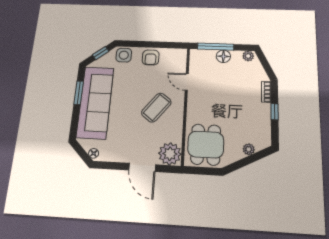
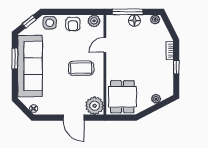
plant: (175, 55) -> (94, 21), added
door: (187, 82) -> (105, 45), hinge flipped
coffee table: (156, 108) -> (81, 68), turned 52

